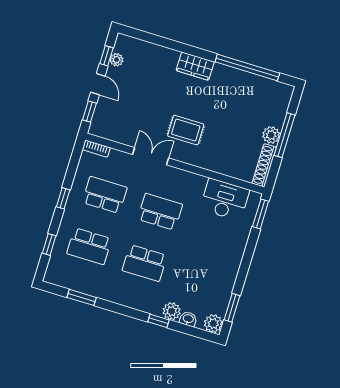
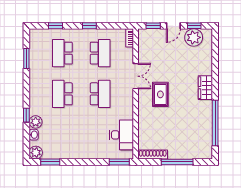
plant: (116, 60) -> (194, 37), width x1.88, depth x1.88
plant: (271, 135) -> (175, 153), removed

